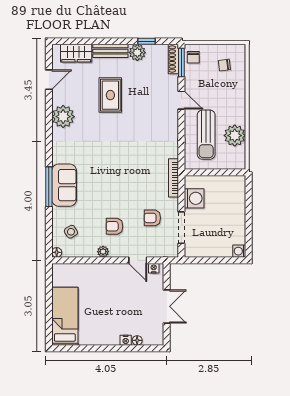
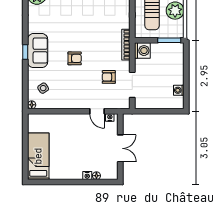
window: (227, 172) -> (169, 40), added
window: (49, 187) -> (25, 52), width x0.46
washing machine: (194, 198) -> (142, 51), moved
armchair: (114, 226) -> (75, 58), moved, turned 180
washing machine: (239, 251) -> (179, 90), moved
plant: (103, 252) -> (69, 104), removed

